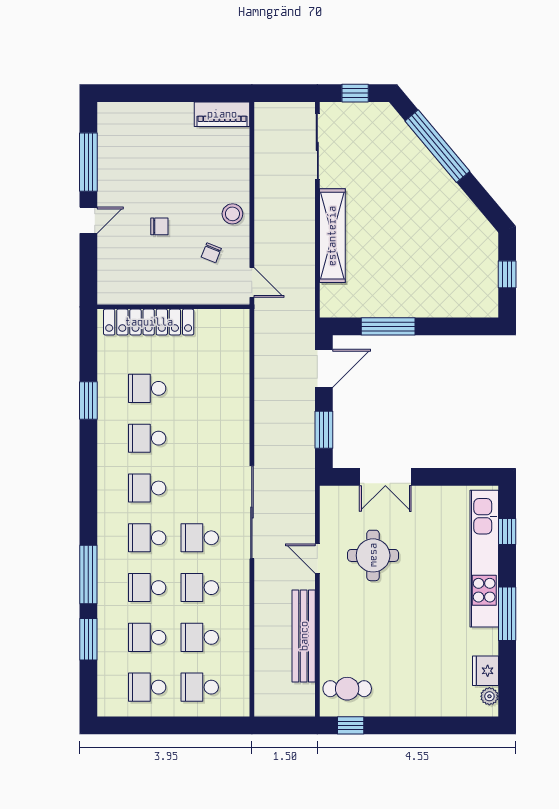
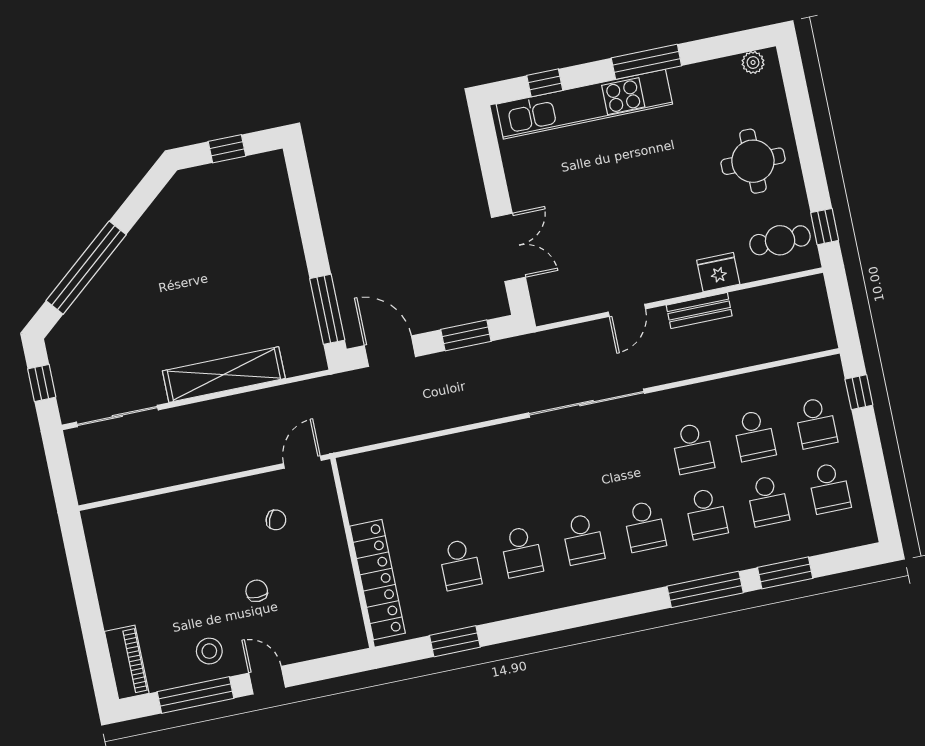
piano: (222, 114) -> (127, 662), moved
stool: (232, 214) -> (209, 651), moved
window: (388, 326) -> (327, 309), moved
window: (88, 401) -> (455, 641), moved
school desk: (200, 538) -> (631, 461), removed
round table: (373, 555) -> (753, 161), moved
bench: (304, 636) -> (699, 311), width x0.54, depth x0.82
fridge: (485, 671) -> (718, 272), moved, turned 180
cafe table: (347, 689) -> (780, 240), turned 90
window: (217, 725) -> (859, 392), added

